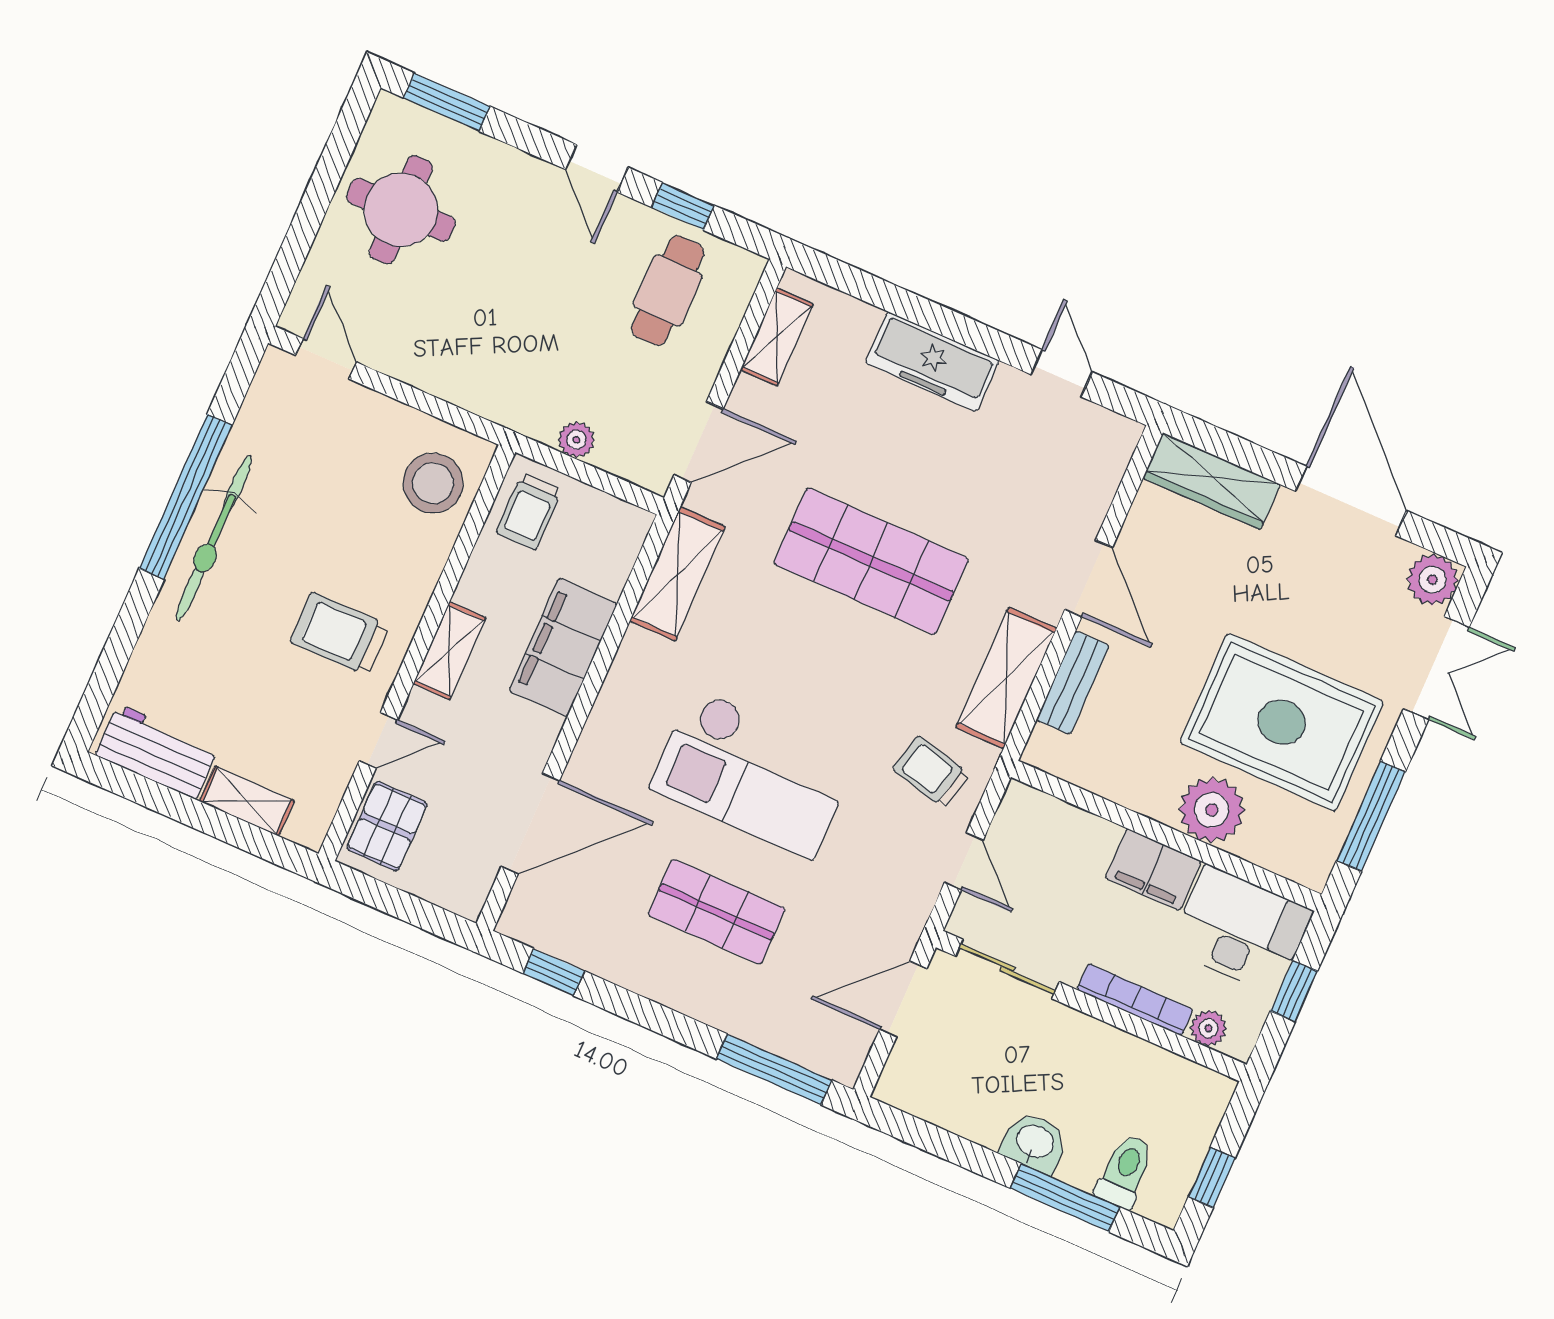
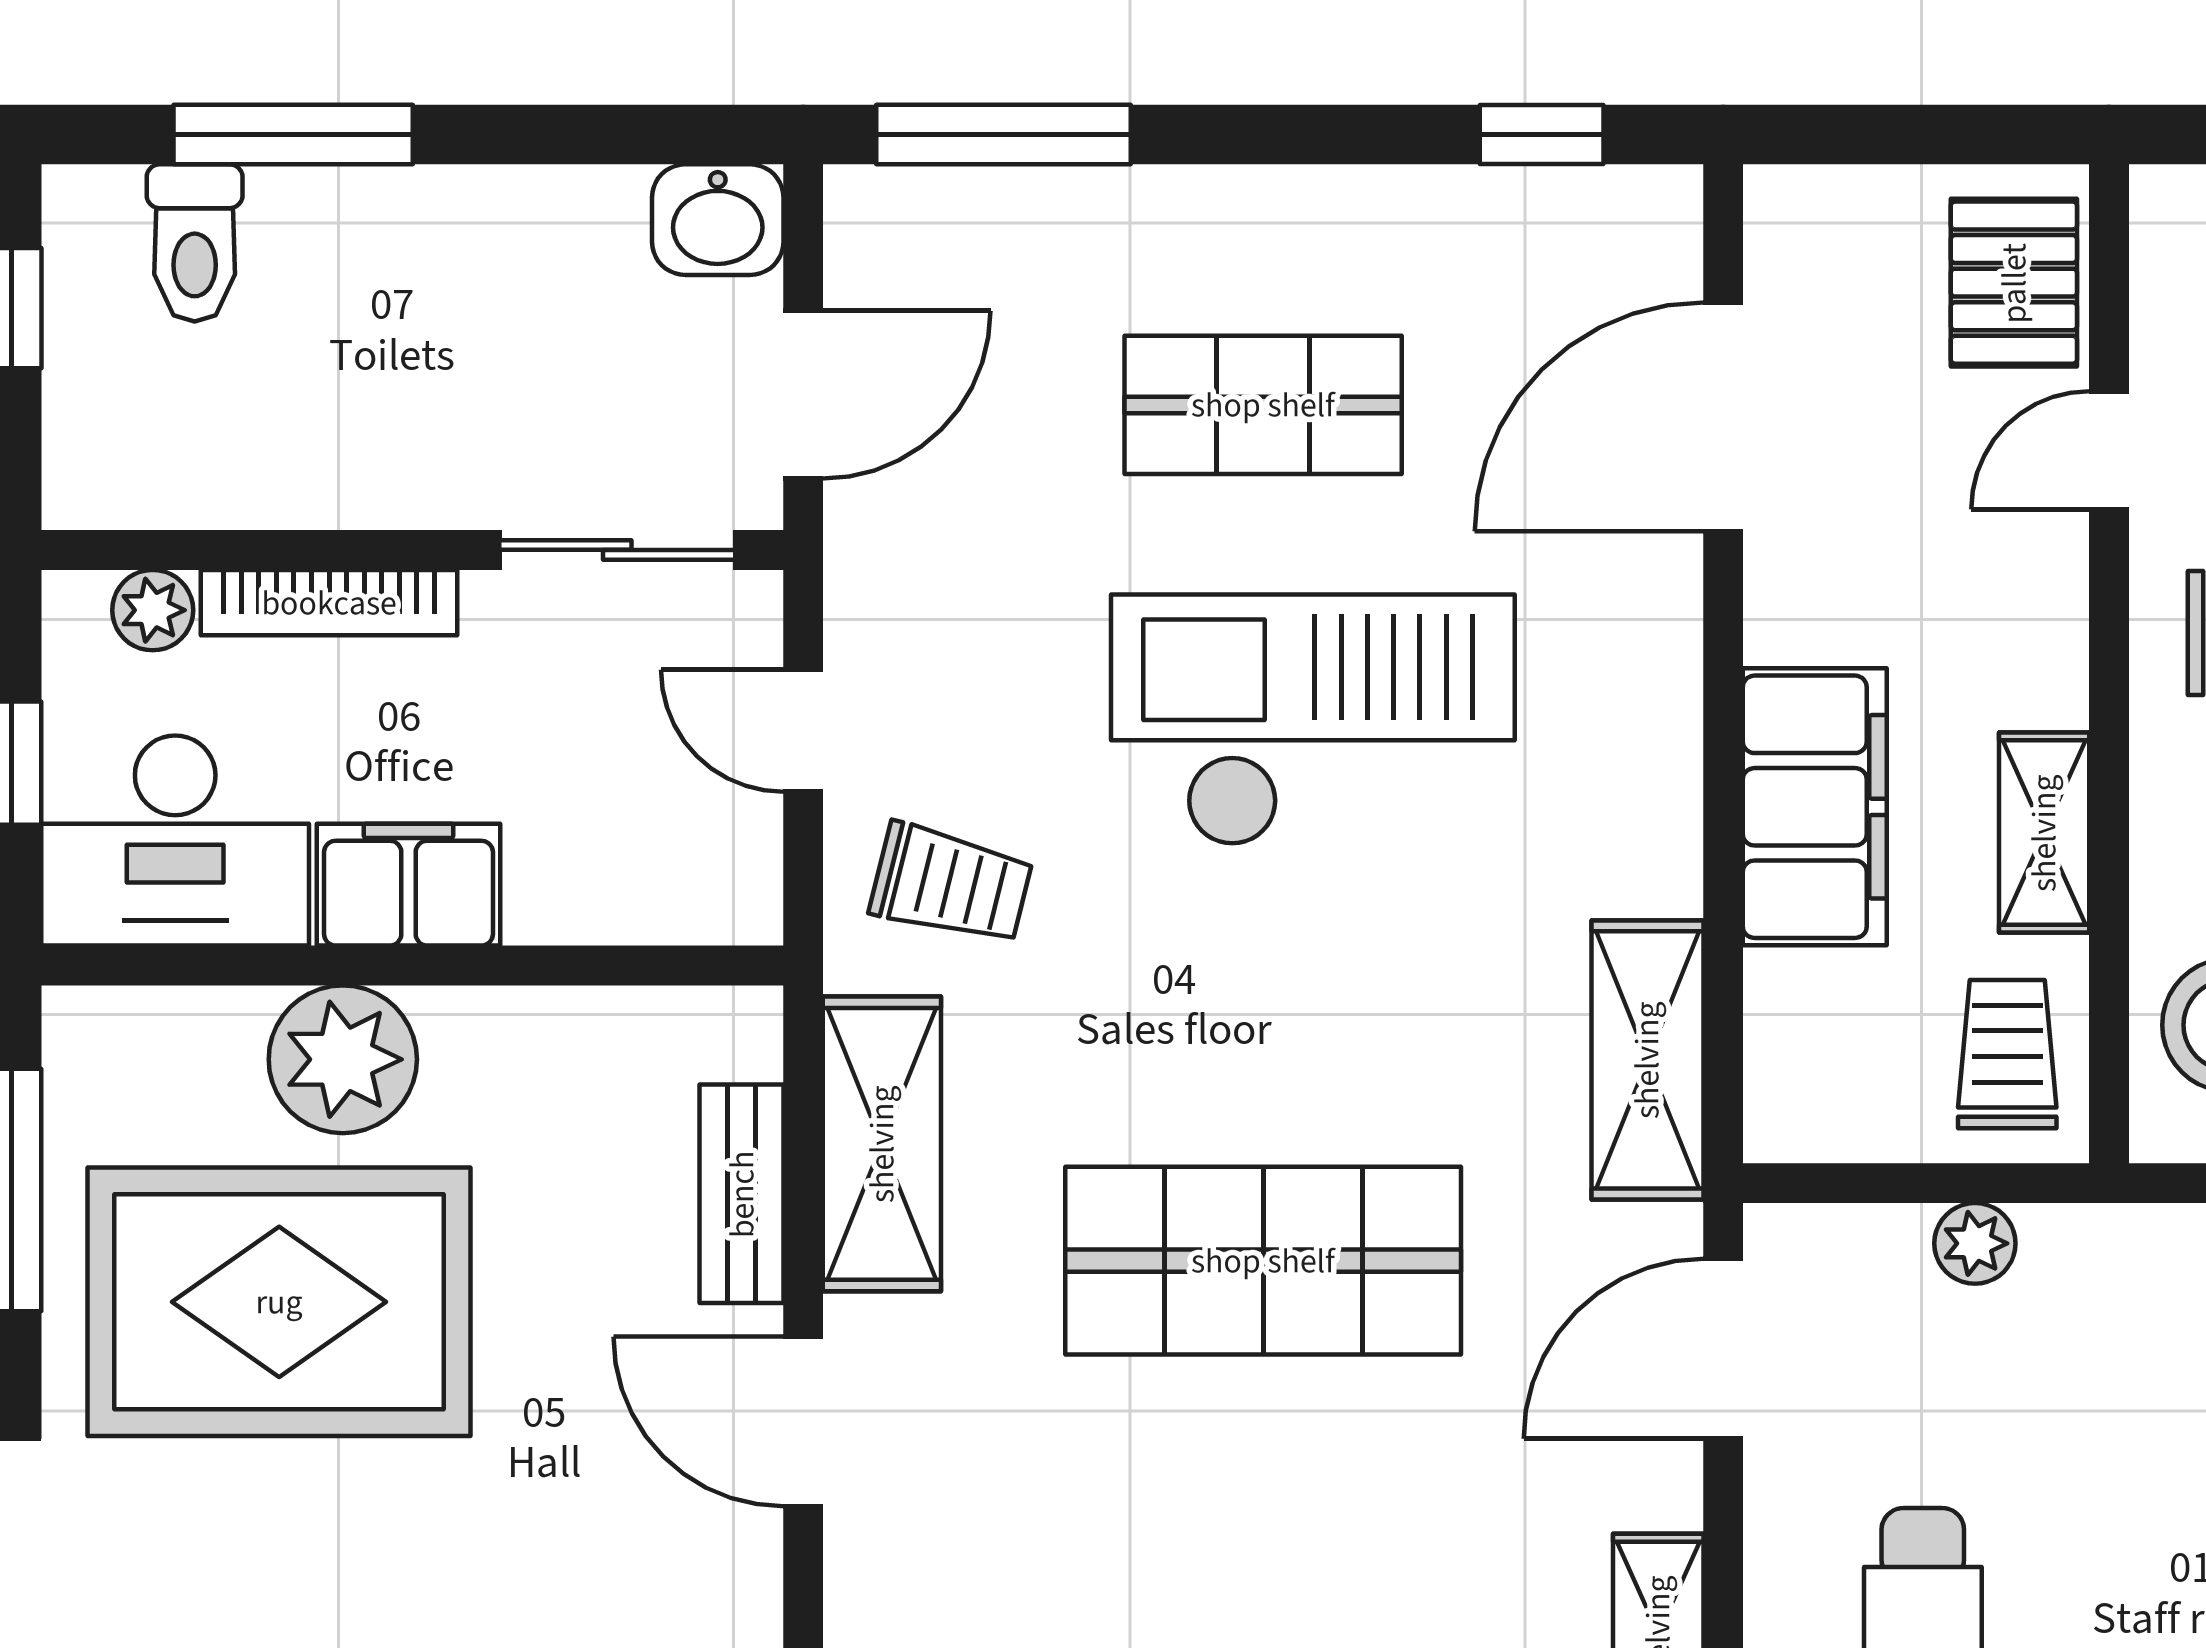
shelving: (450, 651) -> (2044, 833), moved
washbasin: (1034, 1143) -> (718, 220), moved

